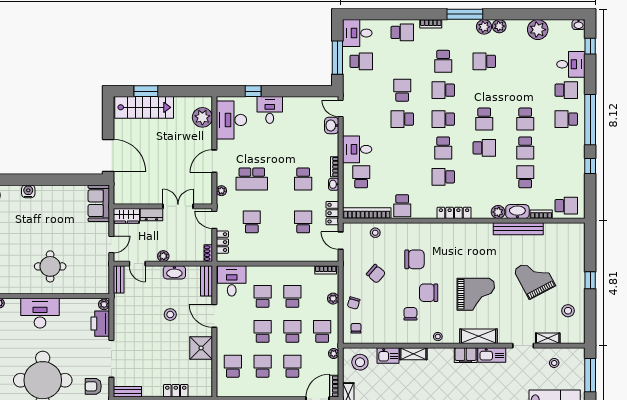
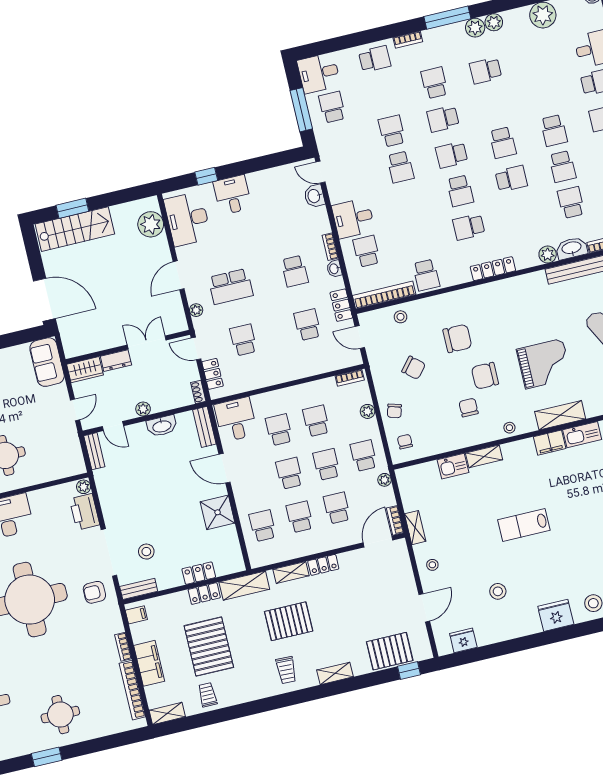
school desk: (361, 61) -> (332, 107), turned -90
school desk: (443, 61) -> (434, 83), turned 180
school desk: (402, 119) -> (400, 167), turned -90
stool: (170, 315) -> (146, 552), moved
stool: (360, 362) -> (420, 483), removed

